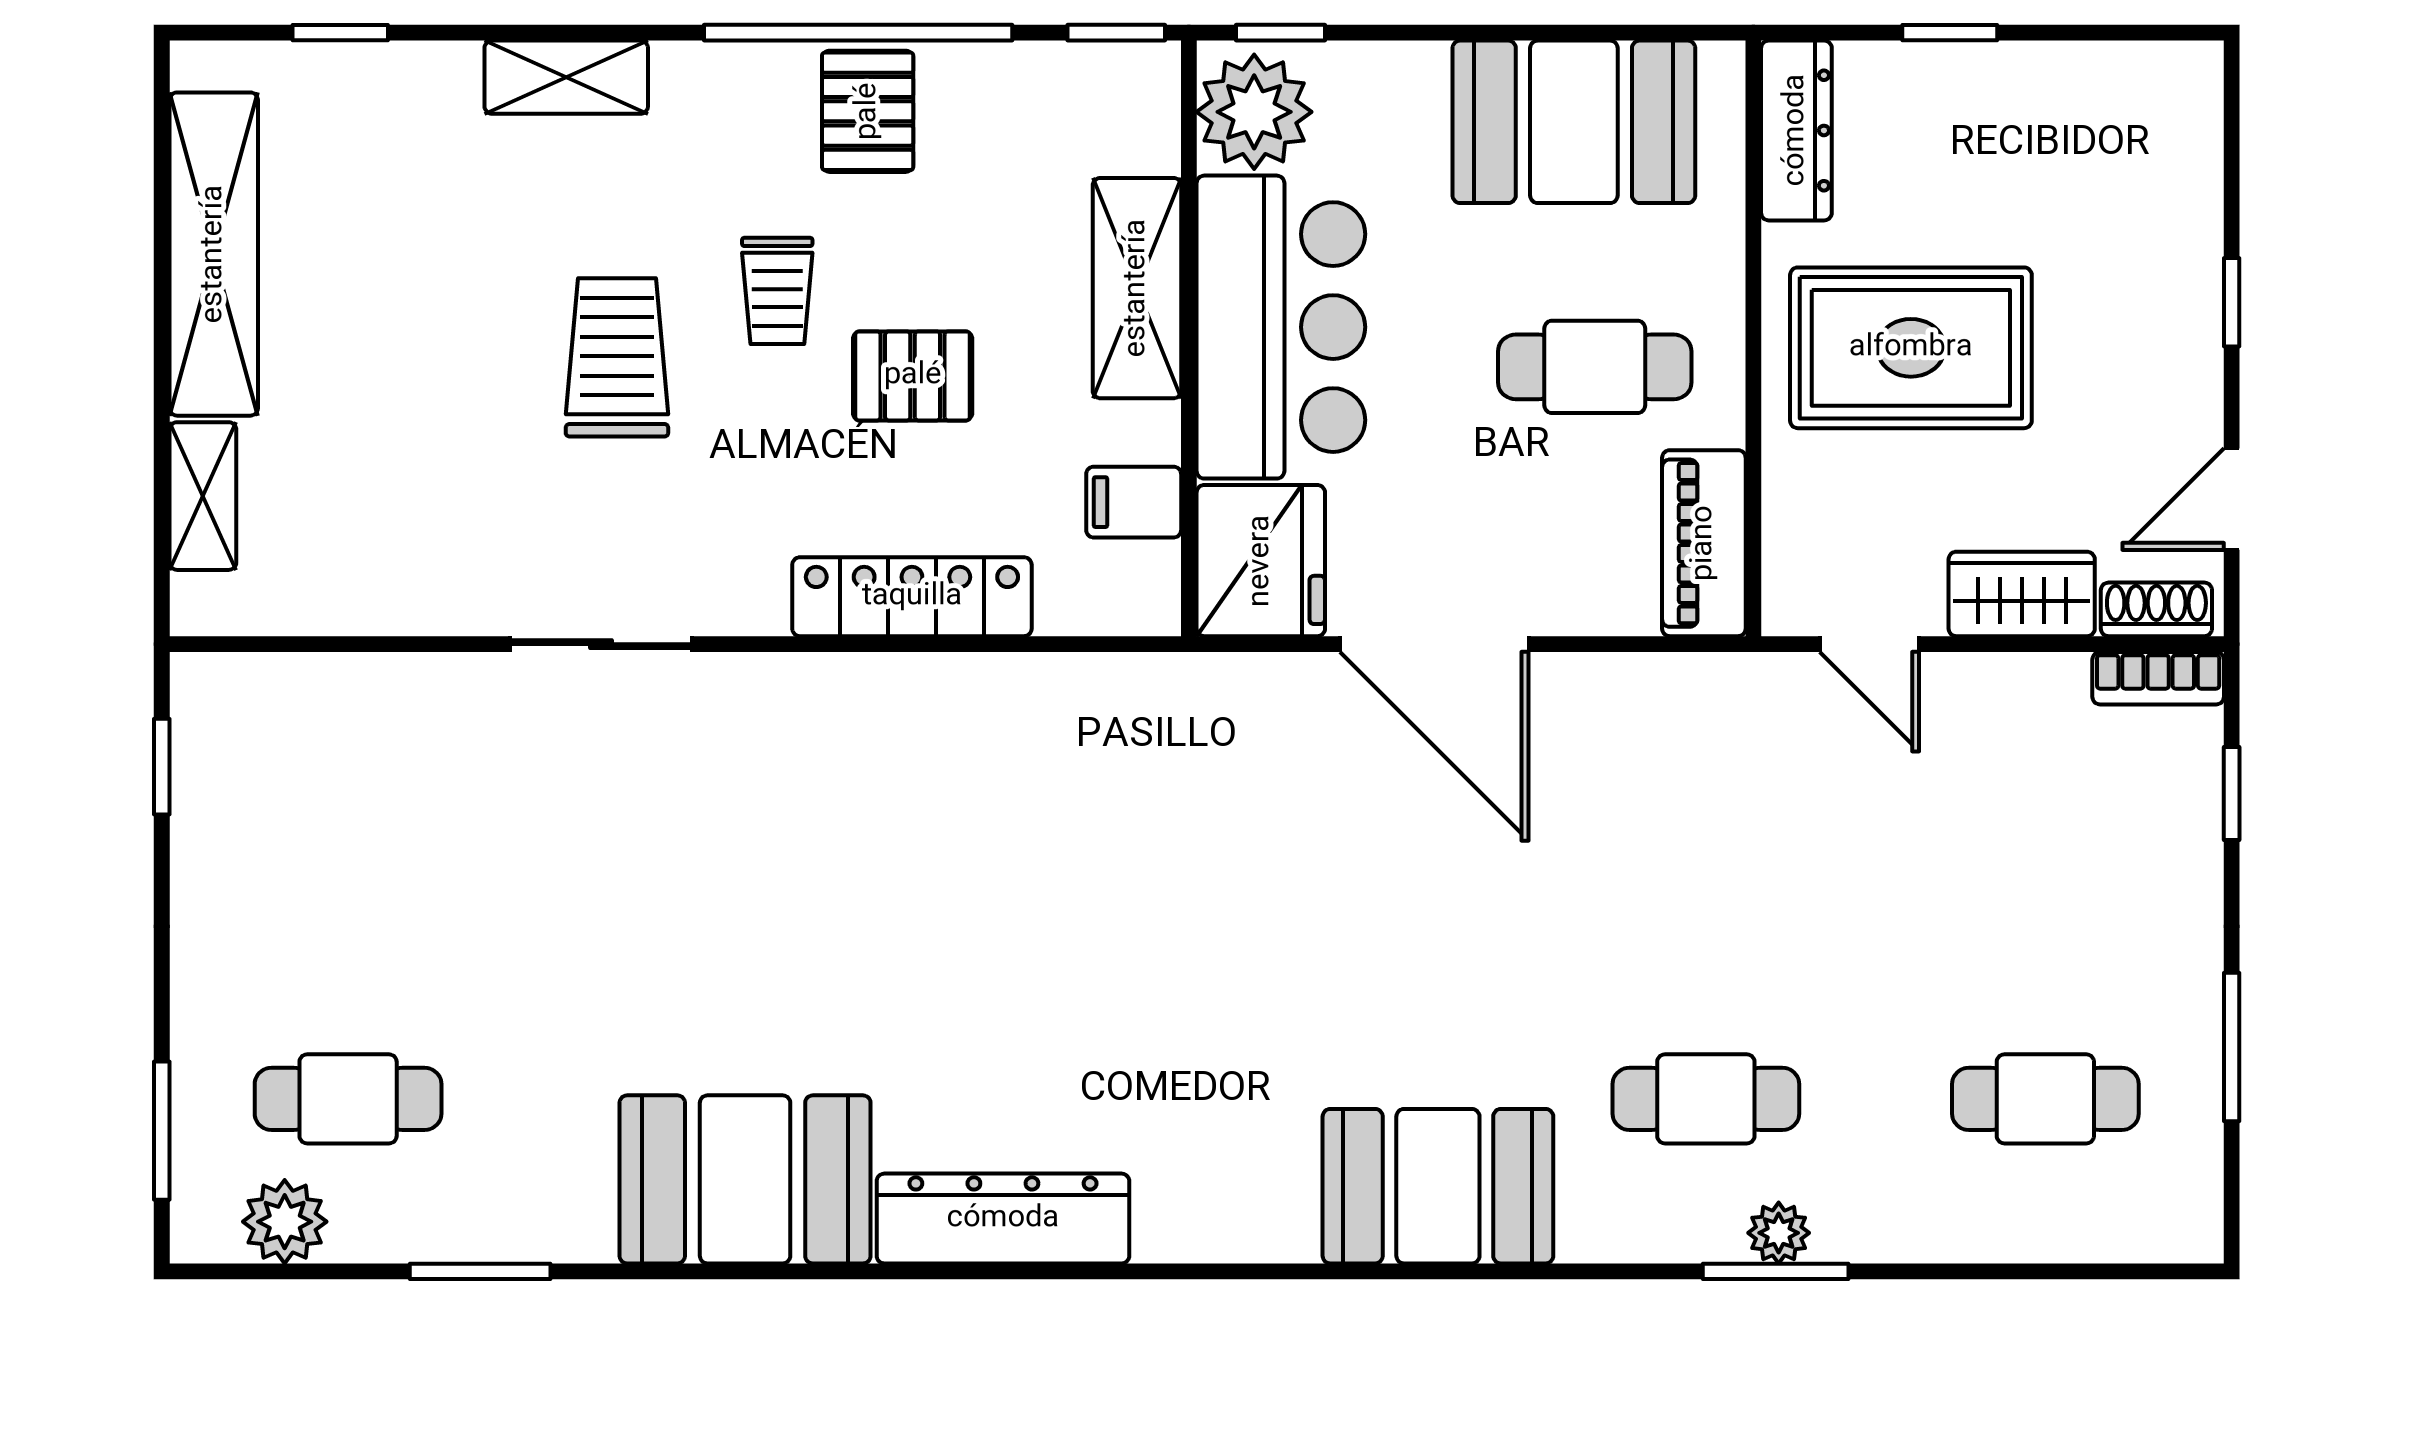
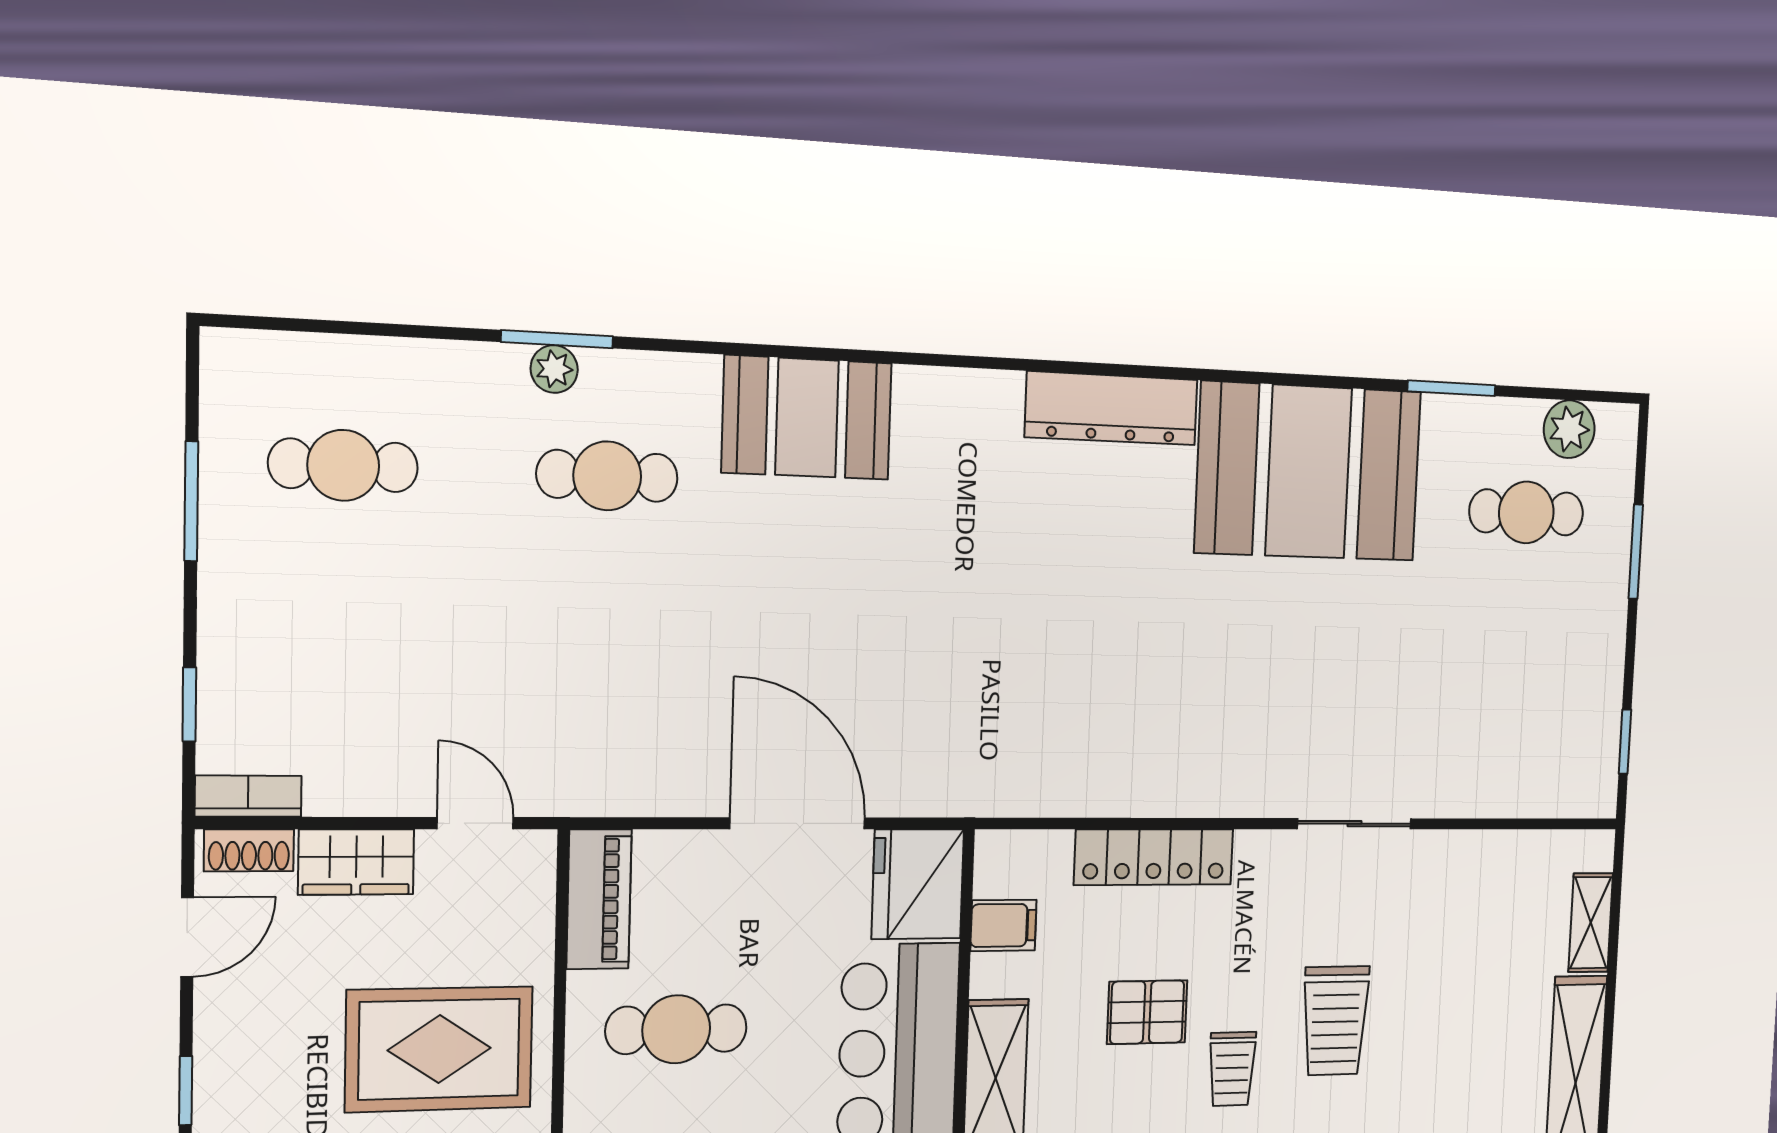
trolley: (777, 291) -> (1232, 1069), turned 180
window: (162, 1131) -> (1636, 552), moved
booth: (745, 1179) -> (1309, 472), width x1.36, depth x1.42

